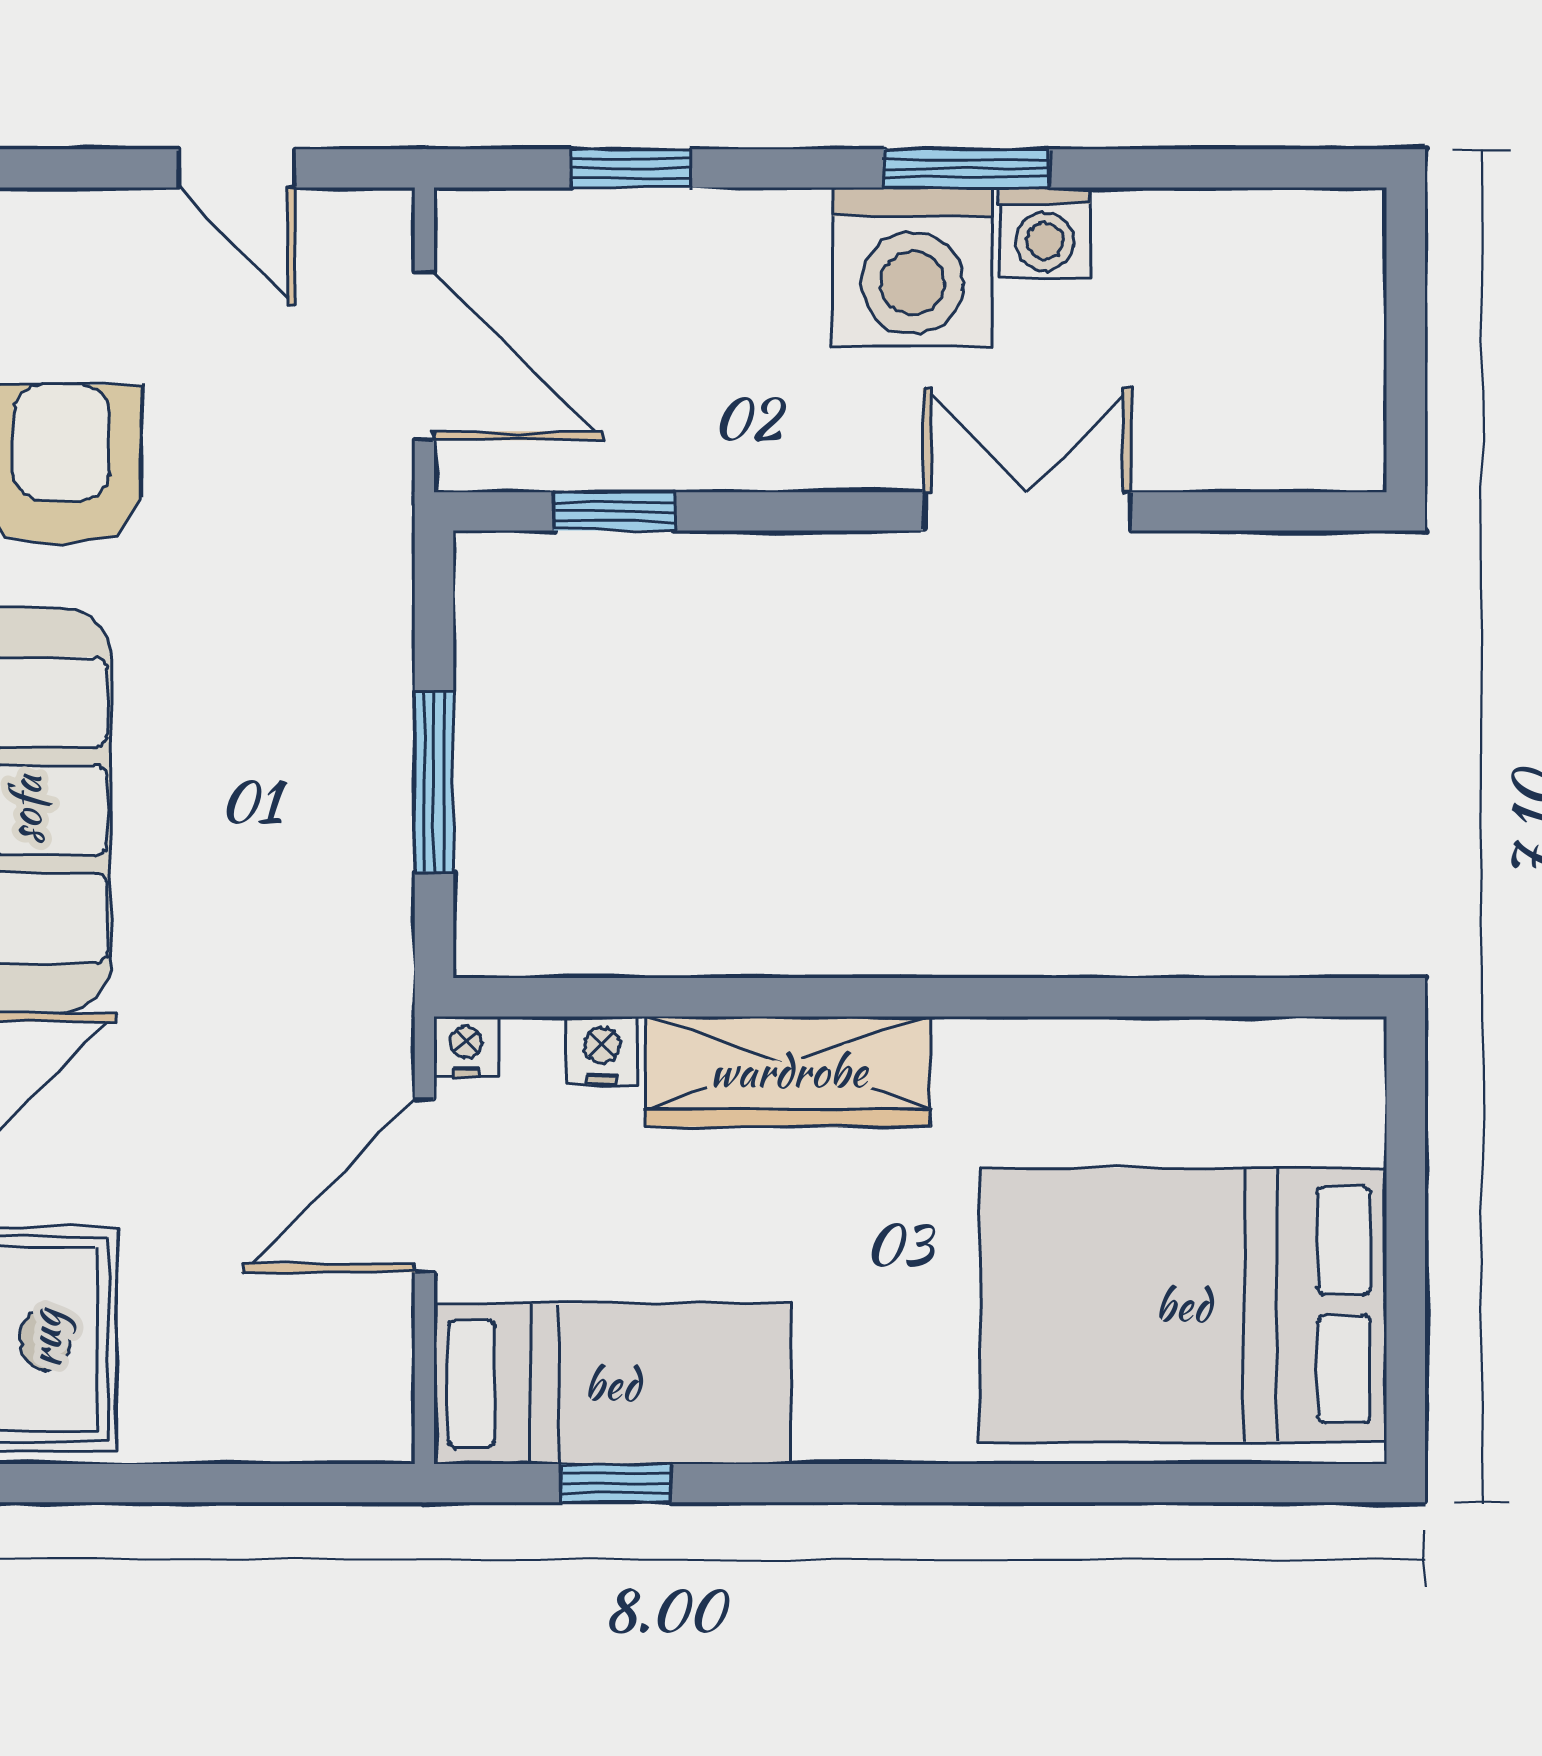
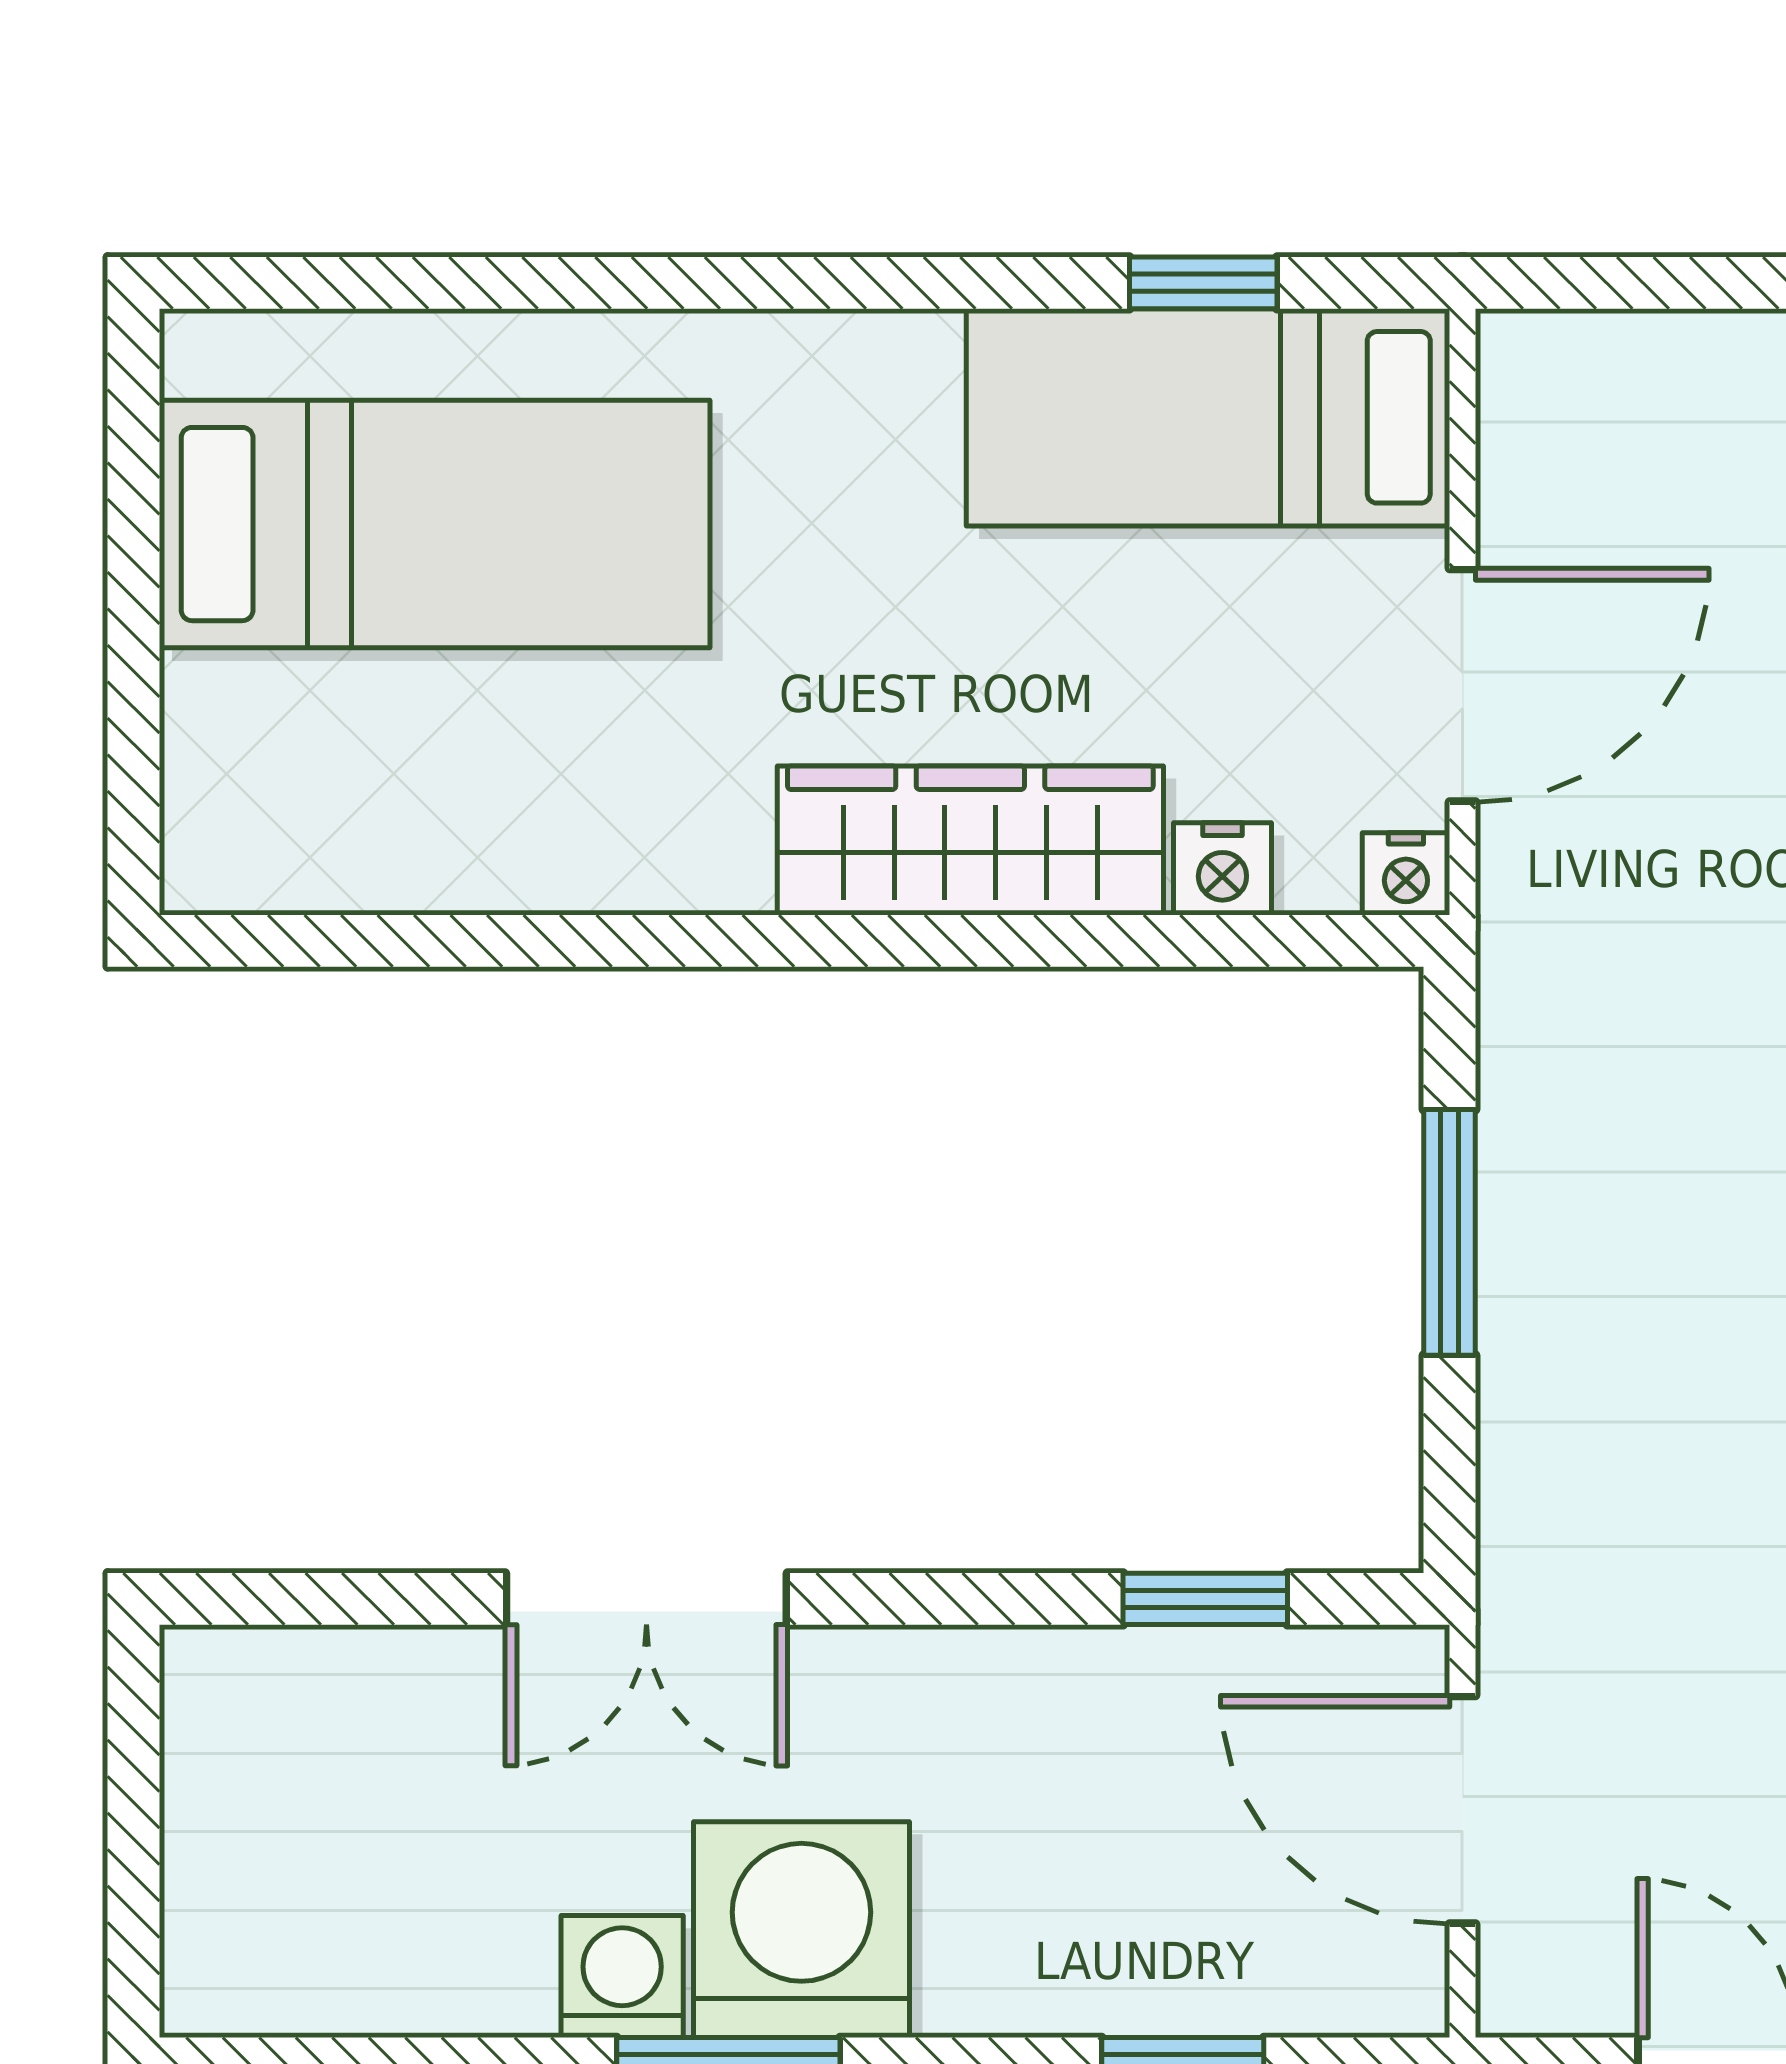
bed: (1183, 1305) -> (435, 524), width x0.67

